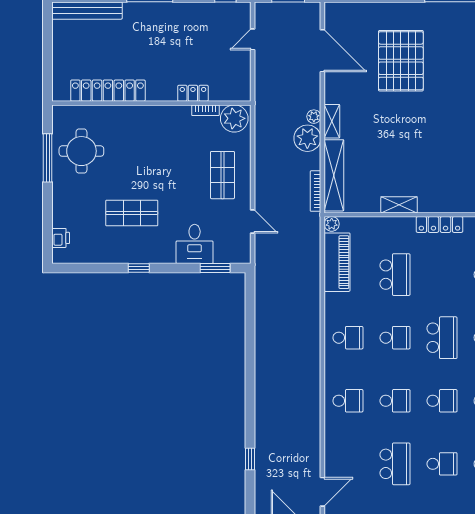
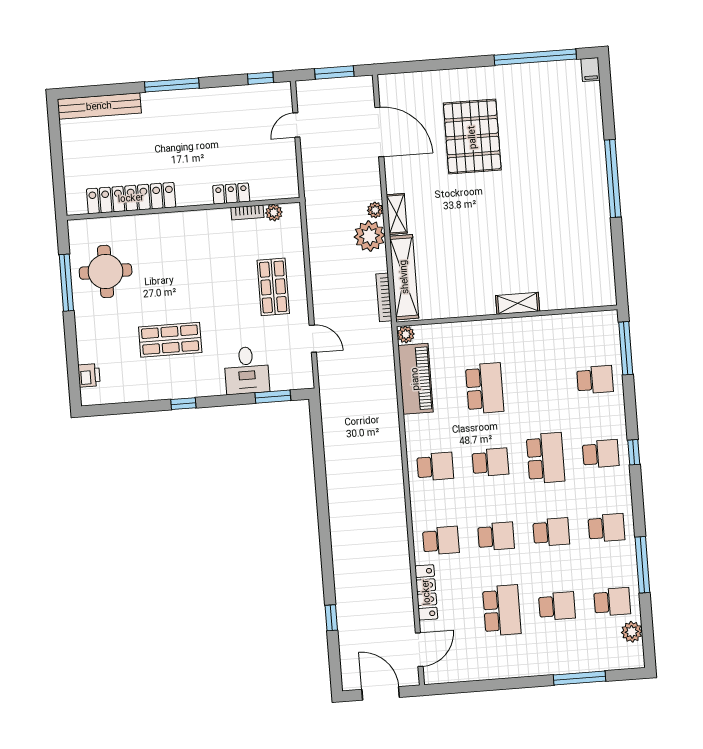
plant: (234, 118) -> (274, 213), width x0.53, depth x0.53
shelving: (399, 205) -> (518, 303), moved
locker: (439, 225) -> (426, 592), moved, turned -90

